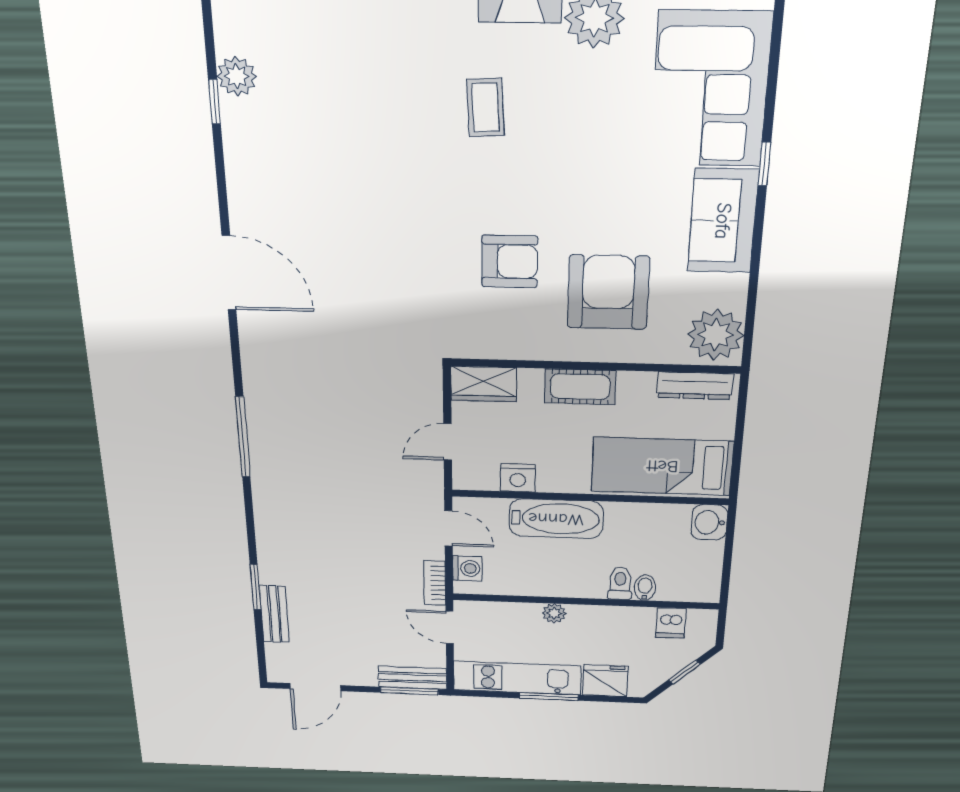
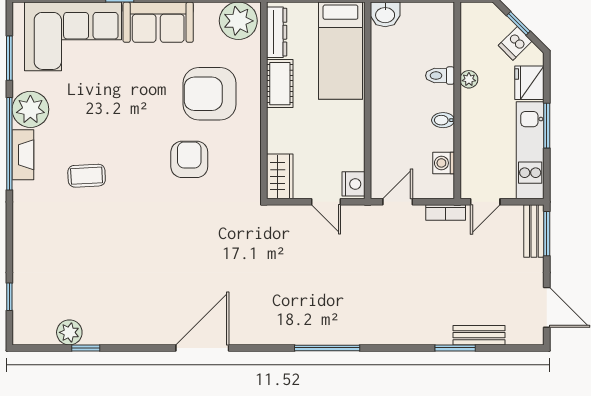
cot: (580, 387) -> (280, 84), moved
nightstand: (518, 478) -> (353, 184), moved
bathtub: (556, 519) -> (386, 124), removed
washing machine: (467, 568) -> (444, 163), moved, turned -90
bidet: (645, 588) -> (443, 120), moved
plant: (554, 613) -> (469, 79), moved
dishwasher: (671, 623) -> (515, 43), moved, turned 135

